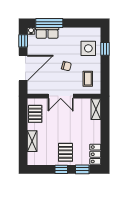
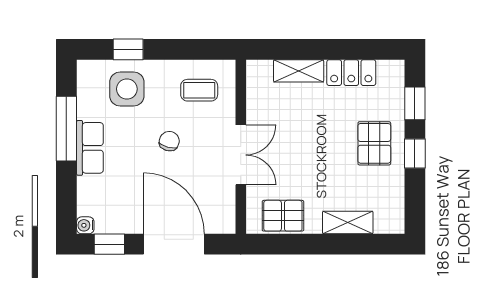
window: (49, 23) -> (66, 129), moved
row of seats: (47, 33) -> (90, 148), moved
shelving: (96, 109) -> (299, 71), moved
pallet: (65, 152) -> (374, 143), turned 90
locker: (95, 154) -> (351, 73), moved

